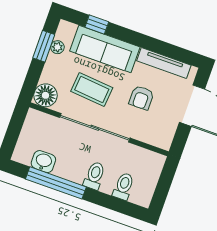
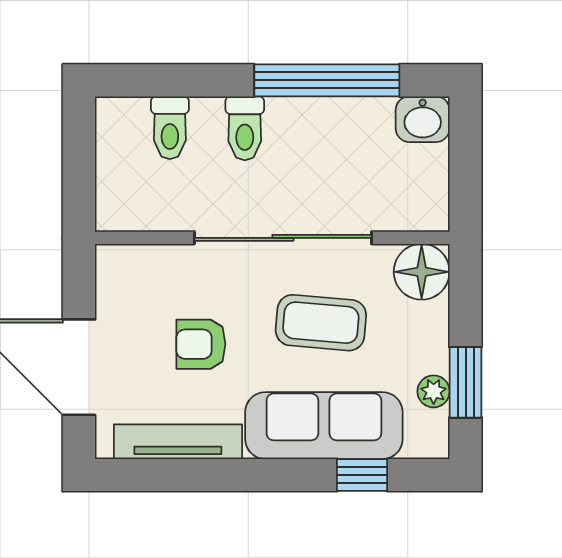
armchair: (141, 98) -> (201, 344), turned -90
washbasin: (43, 162) -> (423, 119), moved

